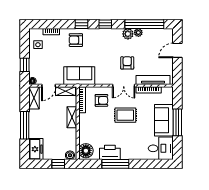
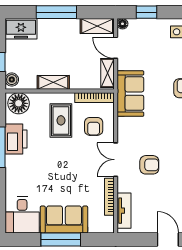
tv unit: (153, 80) -> (124, 211), width x0.71
rug: (125, 115) -> (61, 120), moved
shelving: (72, 117) -> (53, 82), moved

